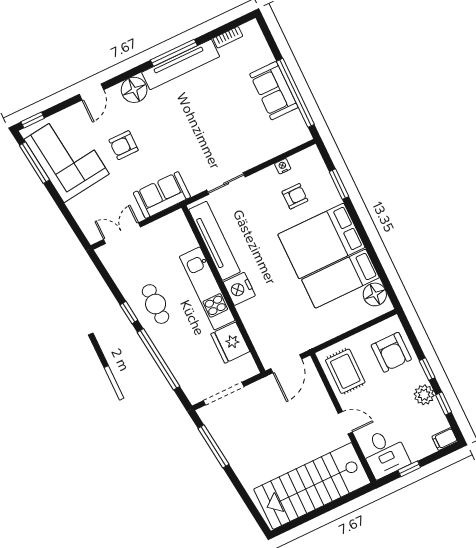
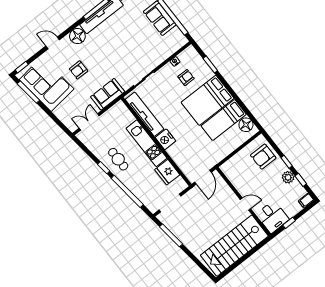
door: (91, 92) -> (53, 43), swing flipped
armchair: (391, 352) -> (263, 157), turned 90
rug: (345, 371) -> (239, 174), removed

